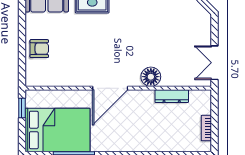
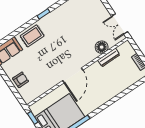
floor lamp: (151, 77) -> (102, 47), moved

